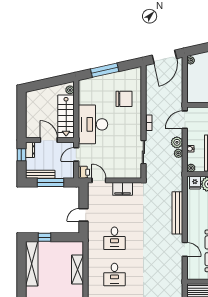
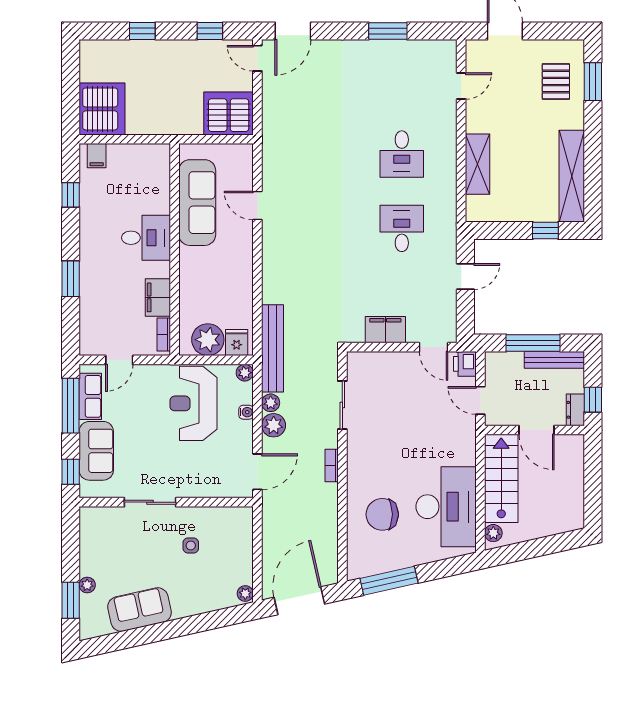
window: (105, 70) -> (389, 581), moved
desk: (93, 124) -> (446, 507), moved
door: (76, 154) -> (480, 400), swing flipped
bench: (177, 213) -> (273, 348), moved
desk: (114, 274) -> (402, 154), turned 180

